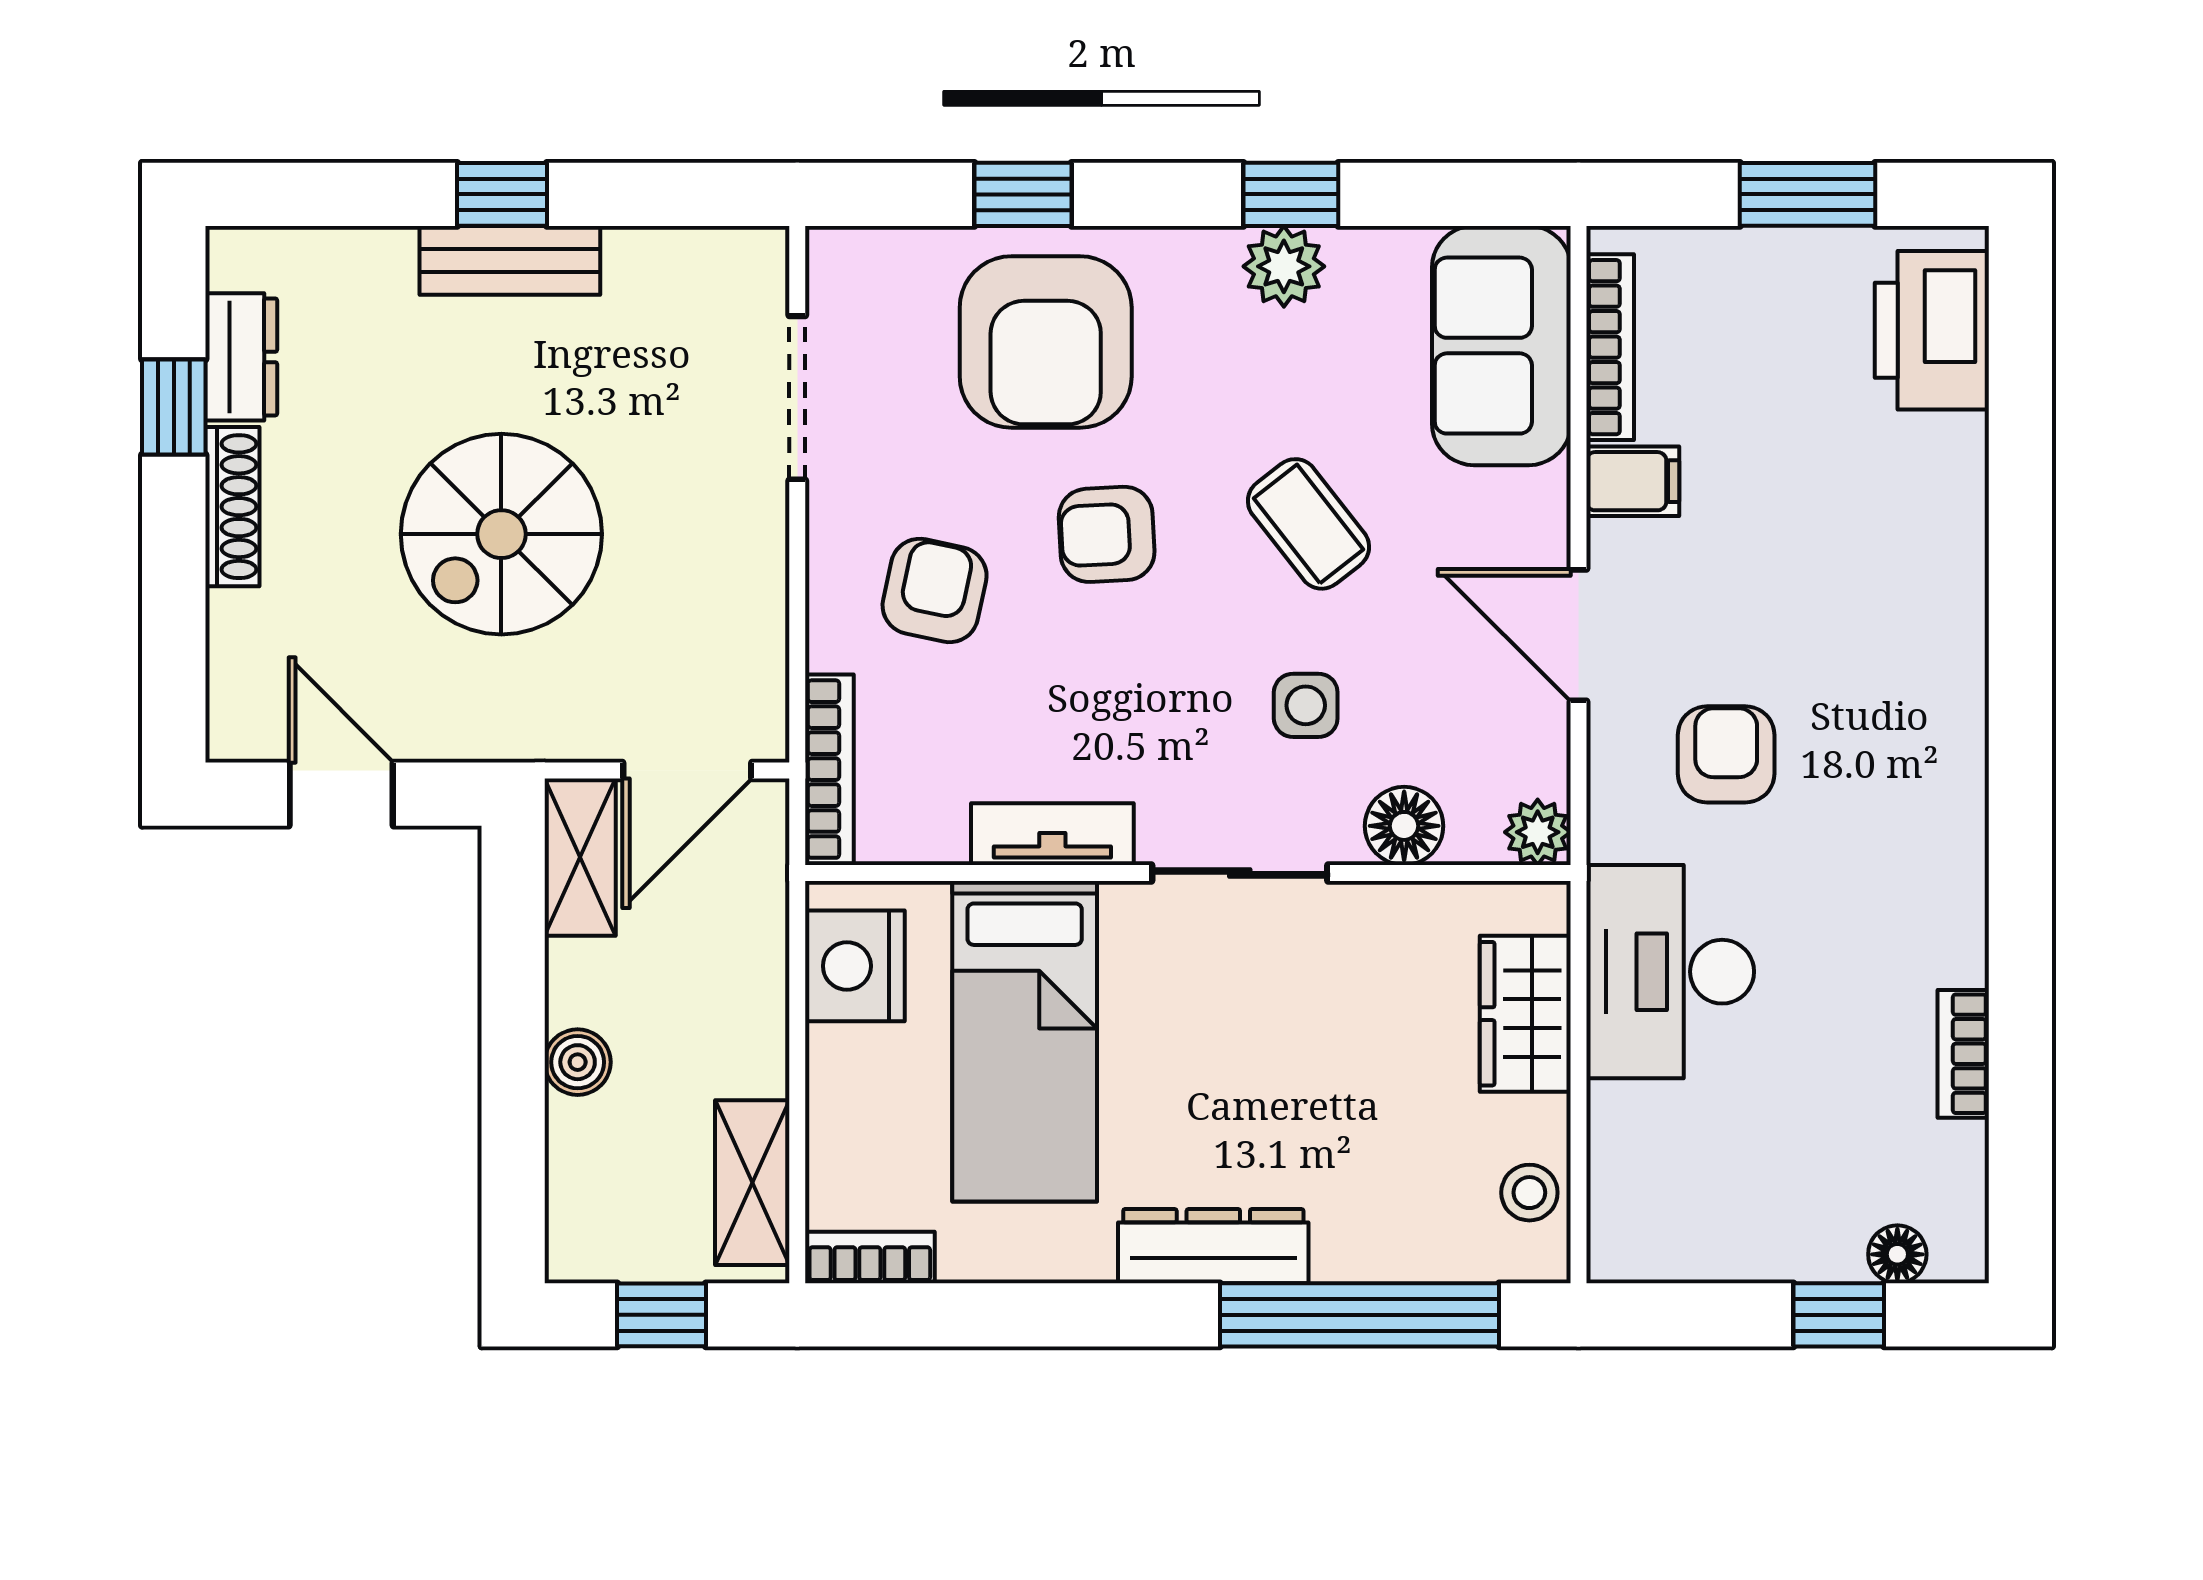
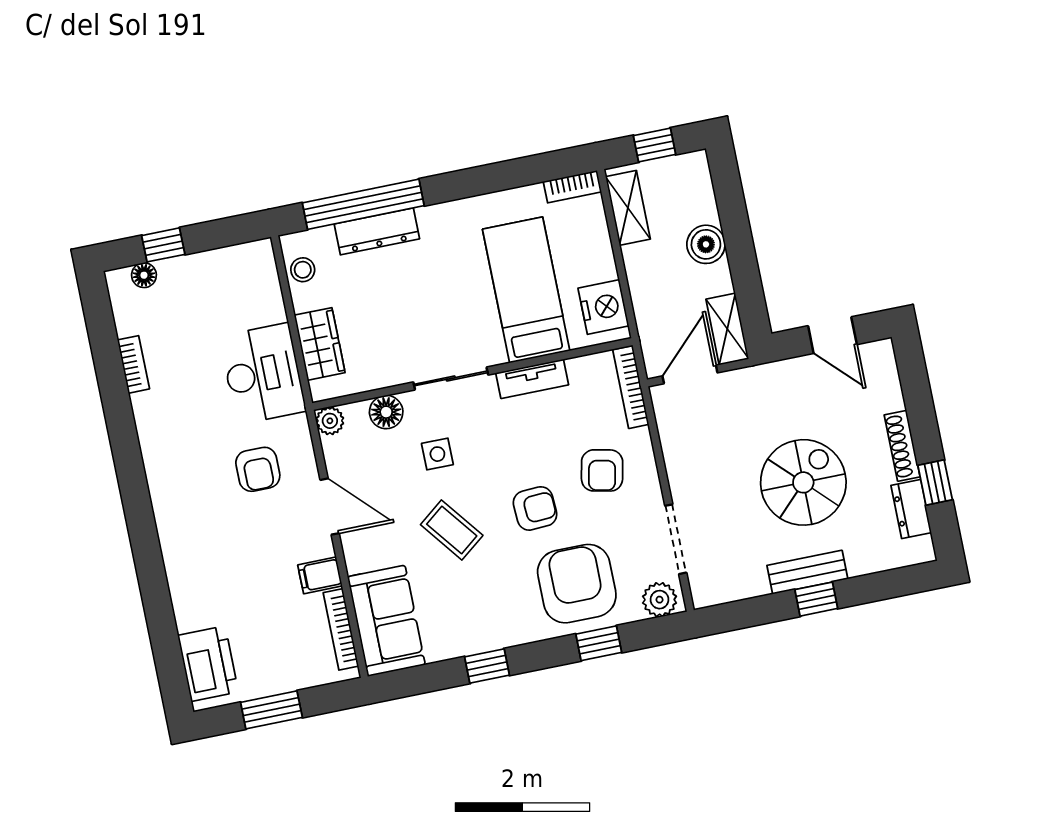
plant: (1284, 266) -> (660, 600), moved
spiral stairs: (501, 534) -> (803, 482), moved
boiler: (578, 1062) -> (706, 244), width x1.36, depth x1.36
dresser: (1213, 1246) -> (377, 231), moved

